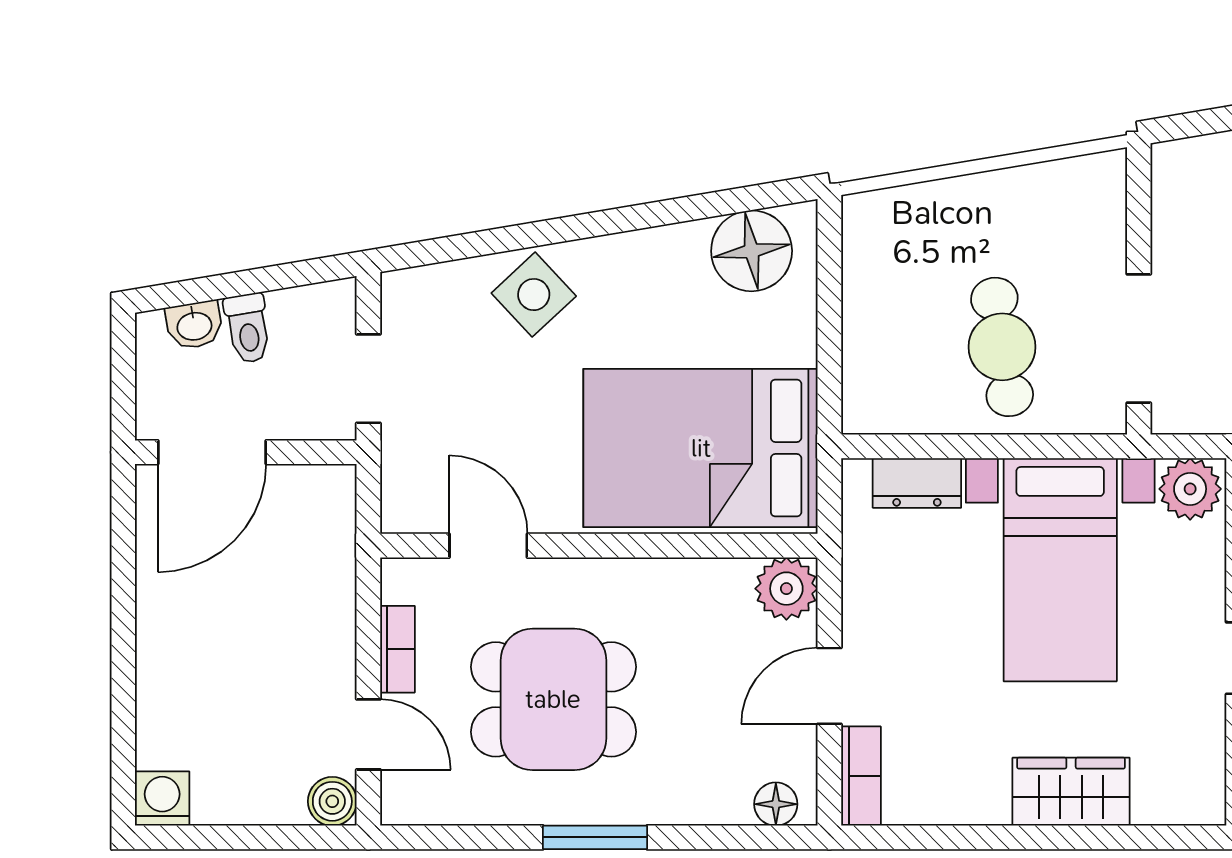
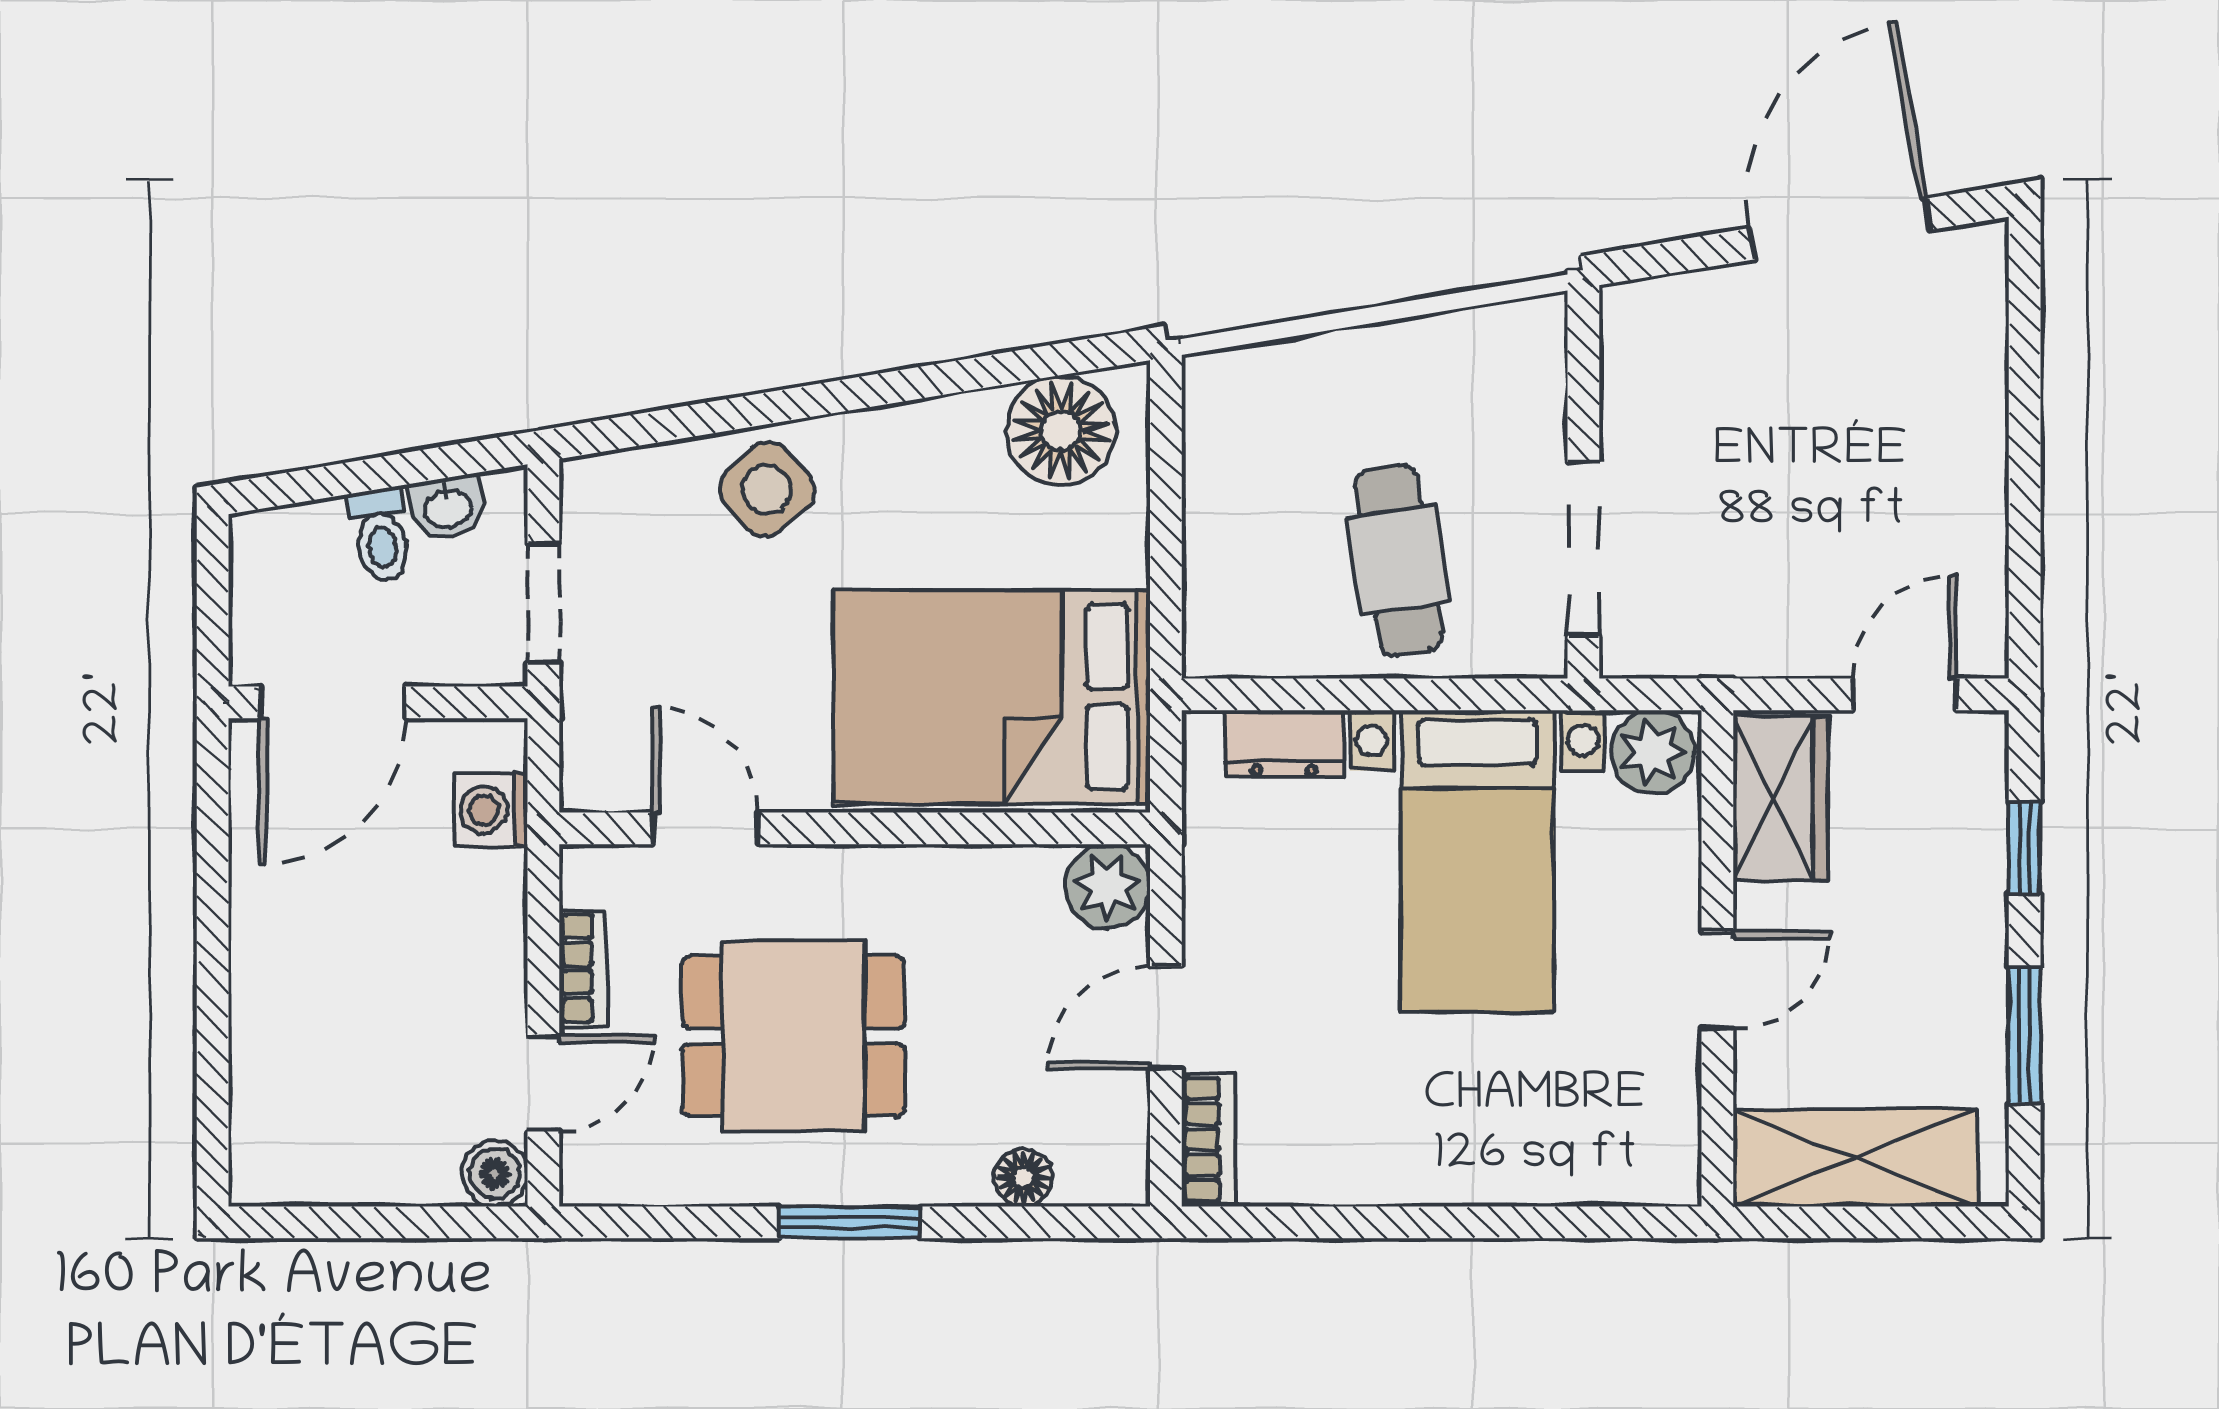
washbasin: (194, 325) -> (448, 507), moved
door: (368, 734) -> (543, 1083), hinge flipped
wardrobe: (1071, 792) -> (1492, 1161), removed
washing machine: (162, 798) -> (491, 810), moved, turned -90
floor lamp: (776, 804) -> (1023, 1177), moved

